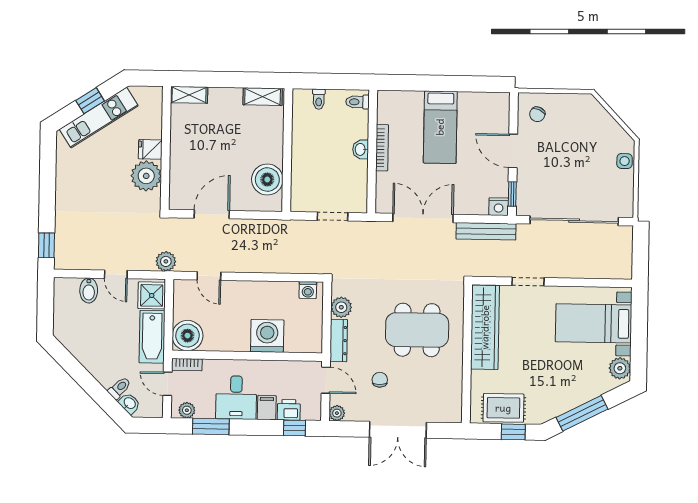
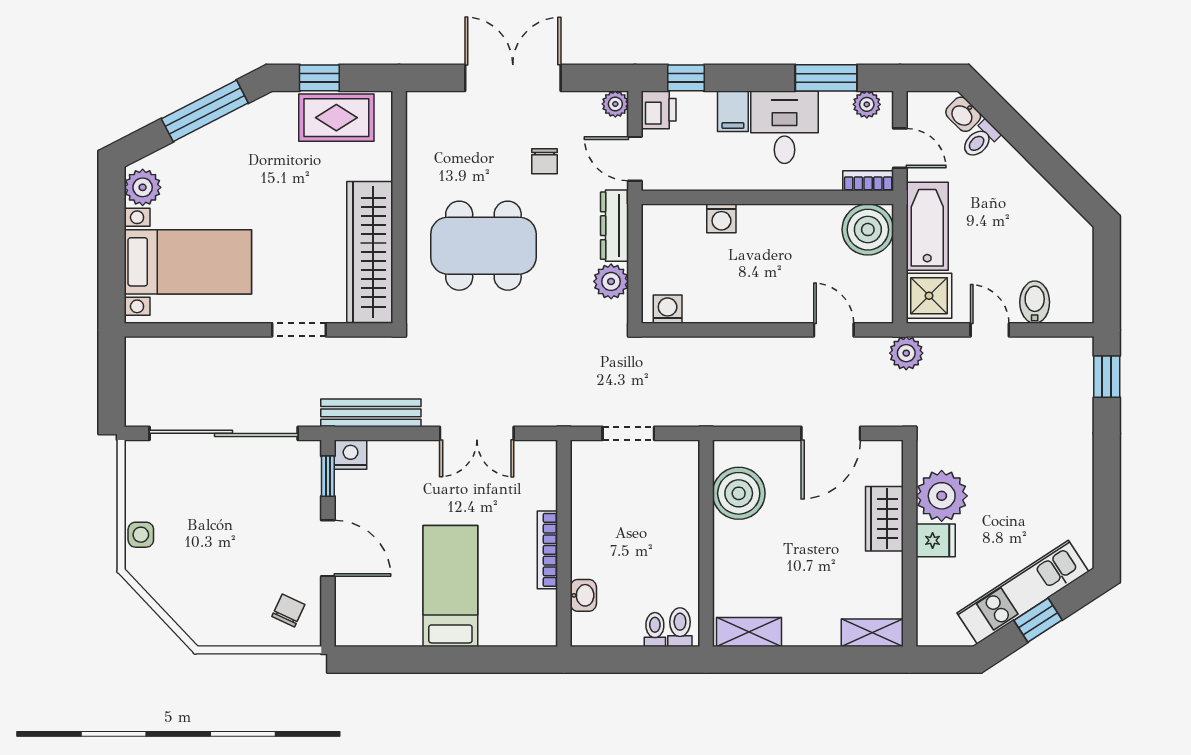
toilet: (358, 102) -> (680, 627), moved, turned -90
washbasin: (361, 149) -> (583, 595), moved
wardrobe: (181, 163) -> (884, 519), added
double door: (423, 218) -> (477, 433), width x0.73
washing machine: (267, 336) -> (721, 218), width x0.53, depth x0.53
printer: (289, 410) -> (659, 110), moved, turned -90

